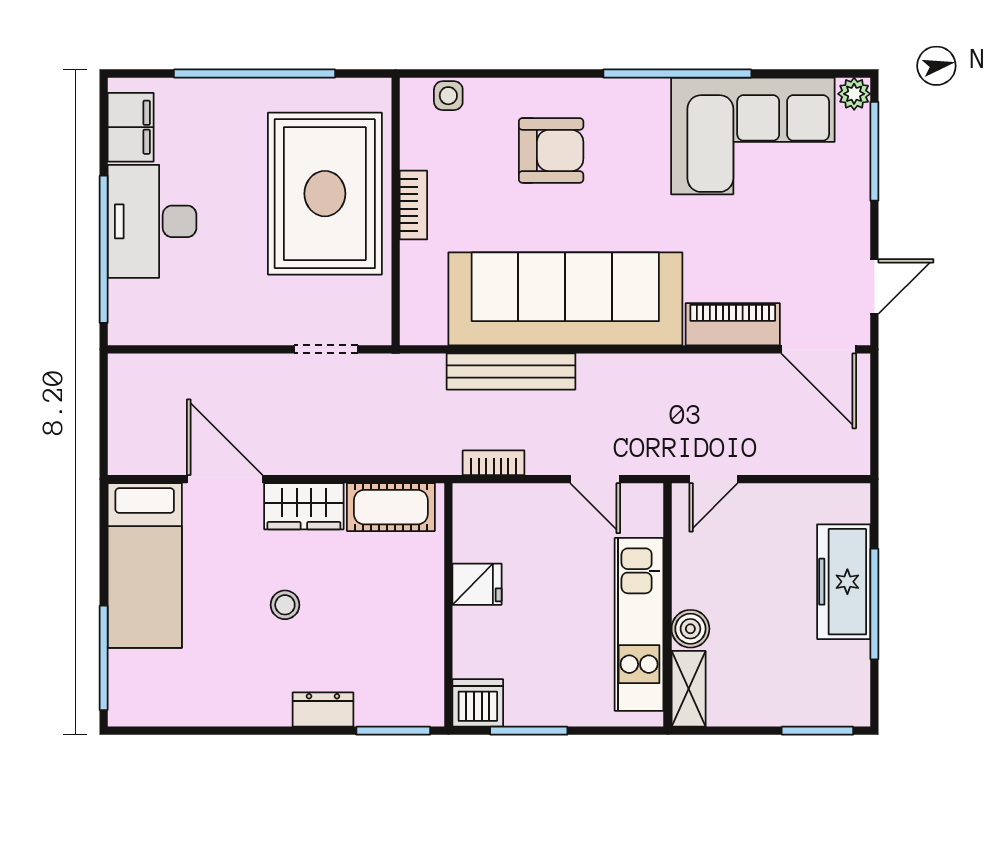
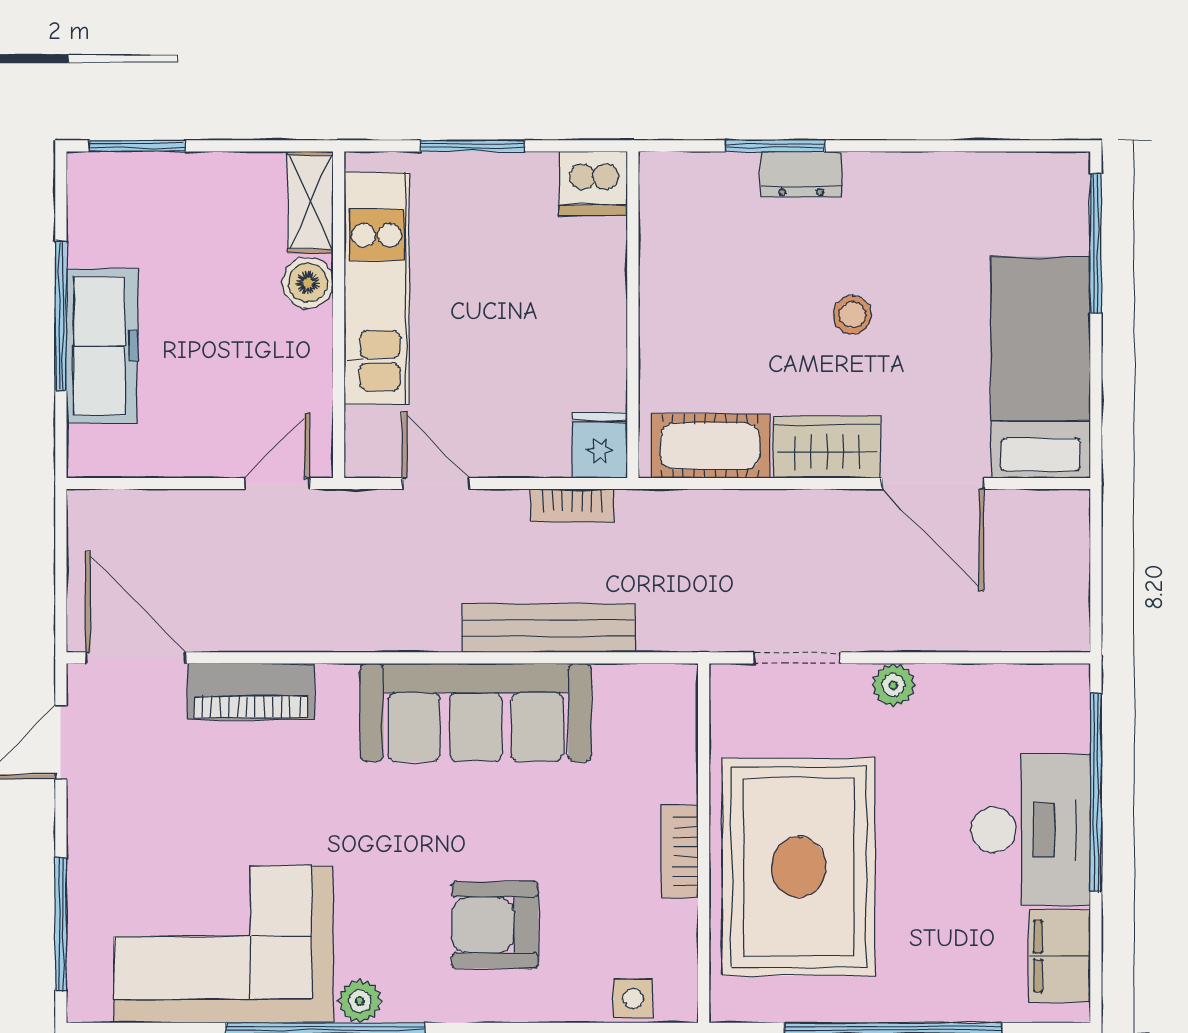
plant: (854, 94) -> (360, 1001), moved
sofa: (565, 299) -> (476, 712), width x0.74, depth x0.79
plant: (254, 329) -> (893, 685), added
fridge: (477, 584) -> (600, 445), moved, turned 90
window: (393, 731) -> (775, 146), moved
window: (529, 731) -> (472, 146), moved

